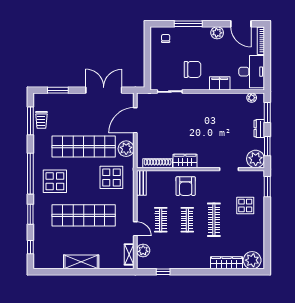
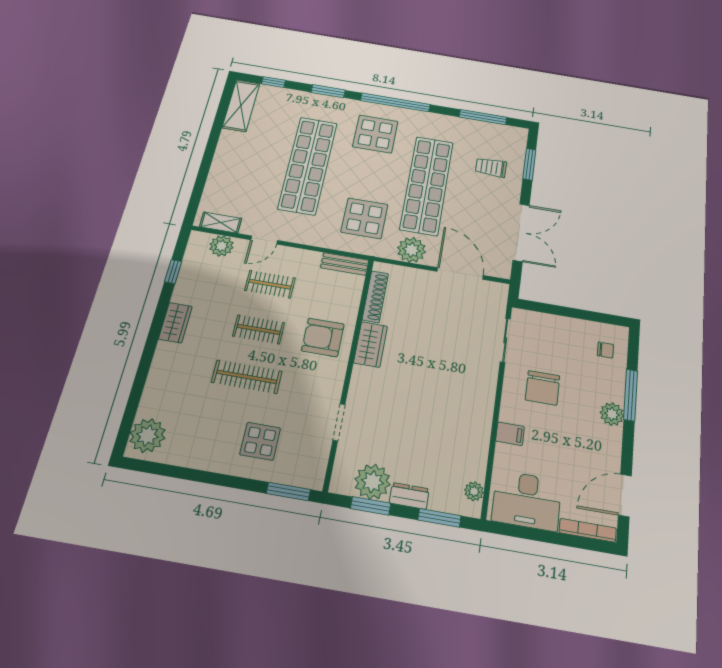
plant: (217, 33) -> (612, 414), moved
filing cabinet: (220, 83) -> (510, 434), width x0.50
trolley: (41, 120) -> (491, 167), moved
plant: (256, 159) -> (372, 482), moved
shelving: (81, 262) -> (241, 106), moved
wardrobe: (227, 263) -> (175, 323), moved, width x0.67

